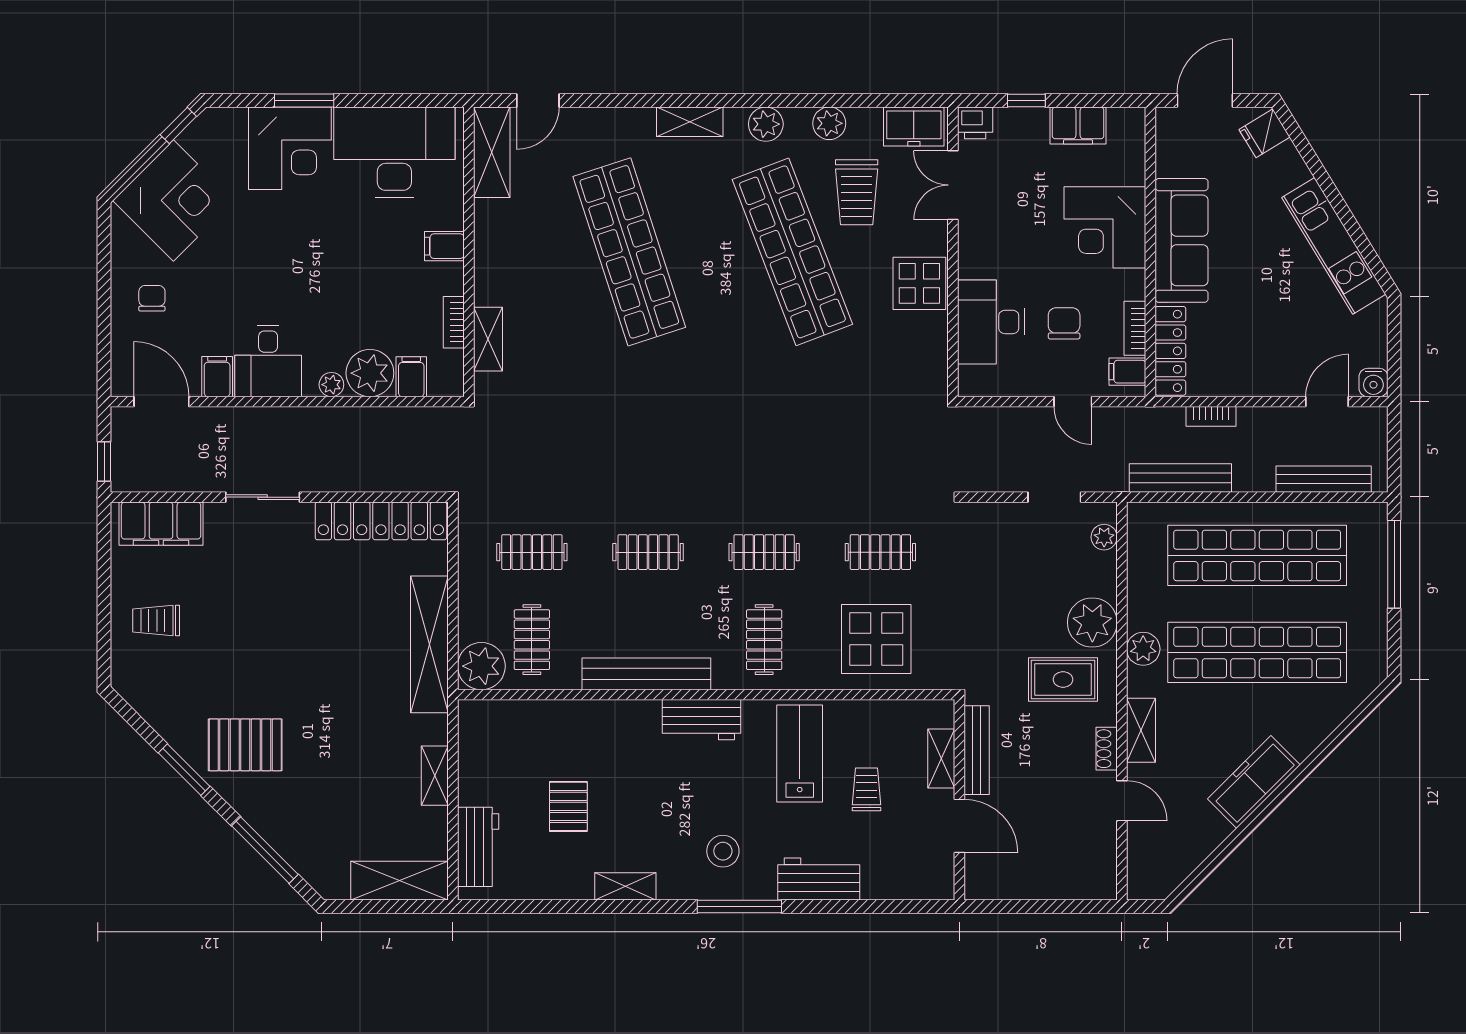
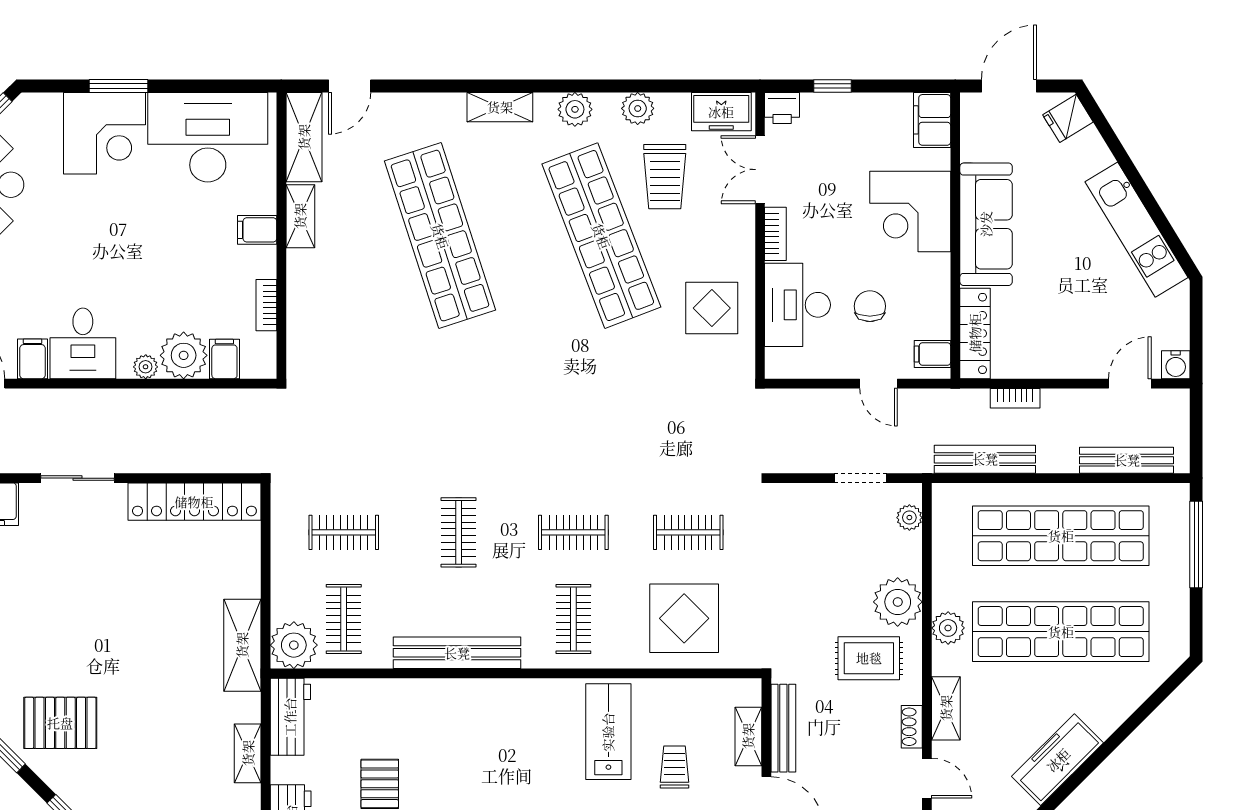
filing cabinet: (1078, 126) -> (932, 120), moved, turned 90
display table: (919, 283) -> (712, 308), moved
bookcase: (1135, 328) -> (775, 234), moved, turned 180
shelving: (488, 339) -> (300, 216), moved
clothes rail: (648, 552) -> (459, 532), turned 90
shelving: (429, 644) -> (242, 645), width x0.68
workbench: (701, 720) -> (290, 717), moved, turned -90

